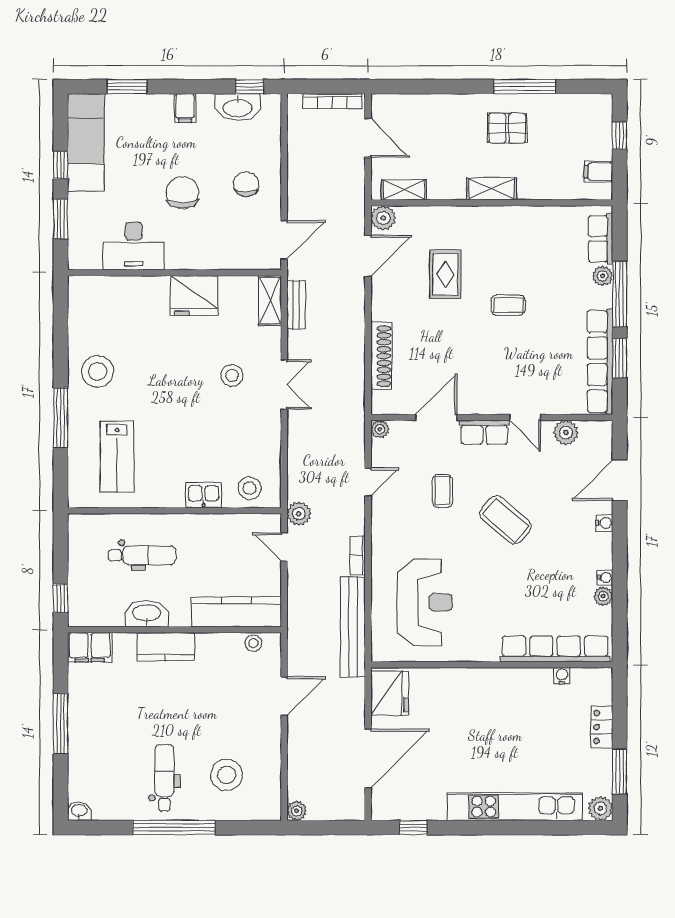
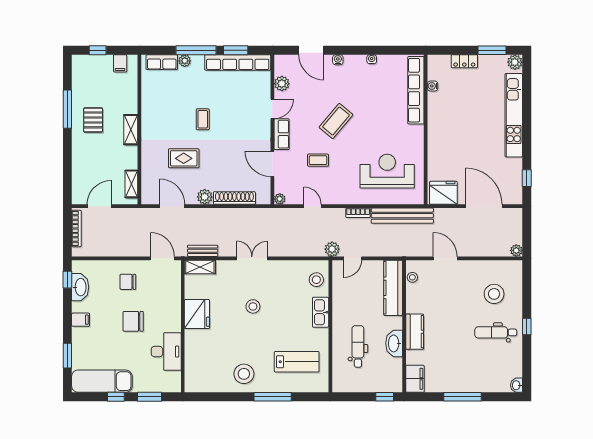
plant: (383, 218) -> (205, 197), moved
stool: (232, 375) -> (253, 306), moved
kitchen sink: (204, 495) -> (321, 312), width x1.38
plant: (603, 596) -> (383, 60), removed
window: (174, 828) -> (527, 327), width x0.32

